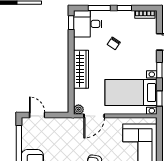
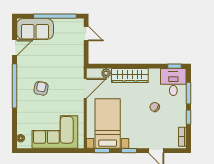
plant: (78, 110) -> (106, 73), moved
door: (37, 115) -> (86, 34), hinge flipped
door: (94, 116) -> (85, 88), swing flipped

